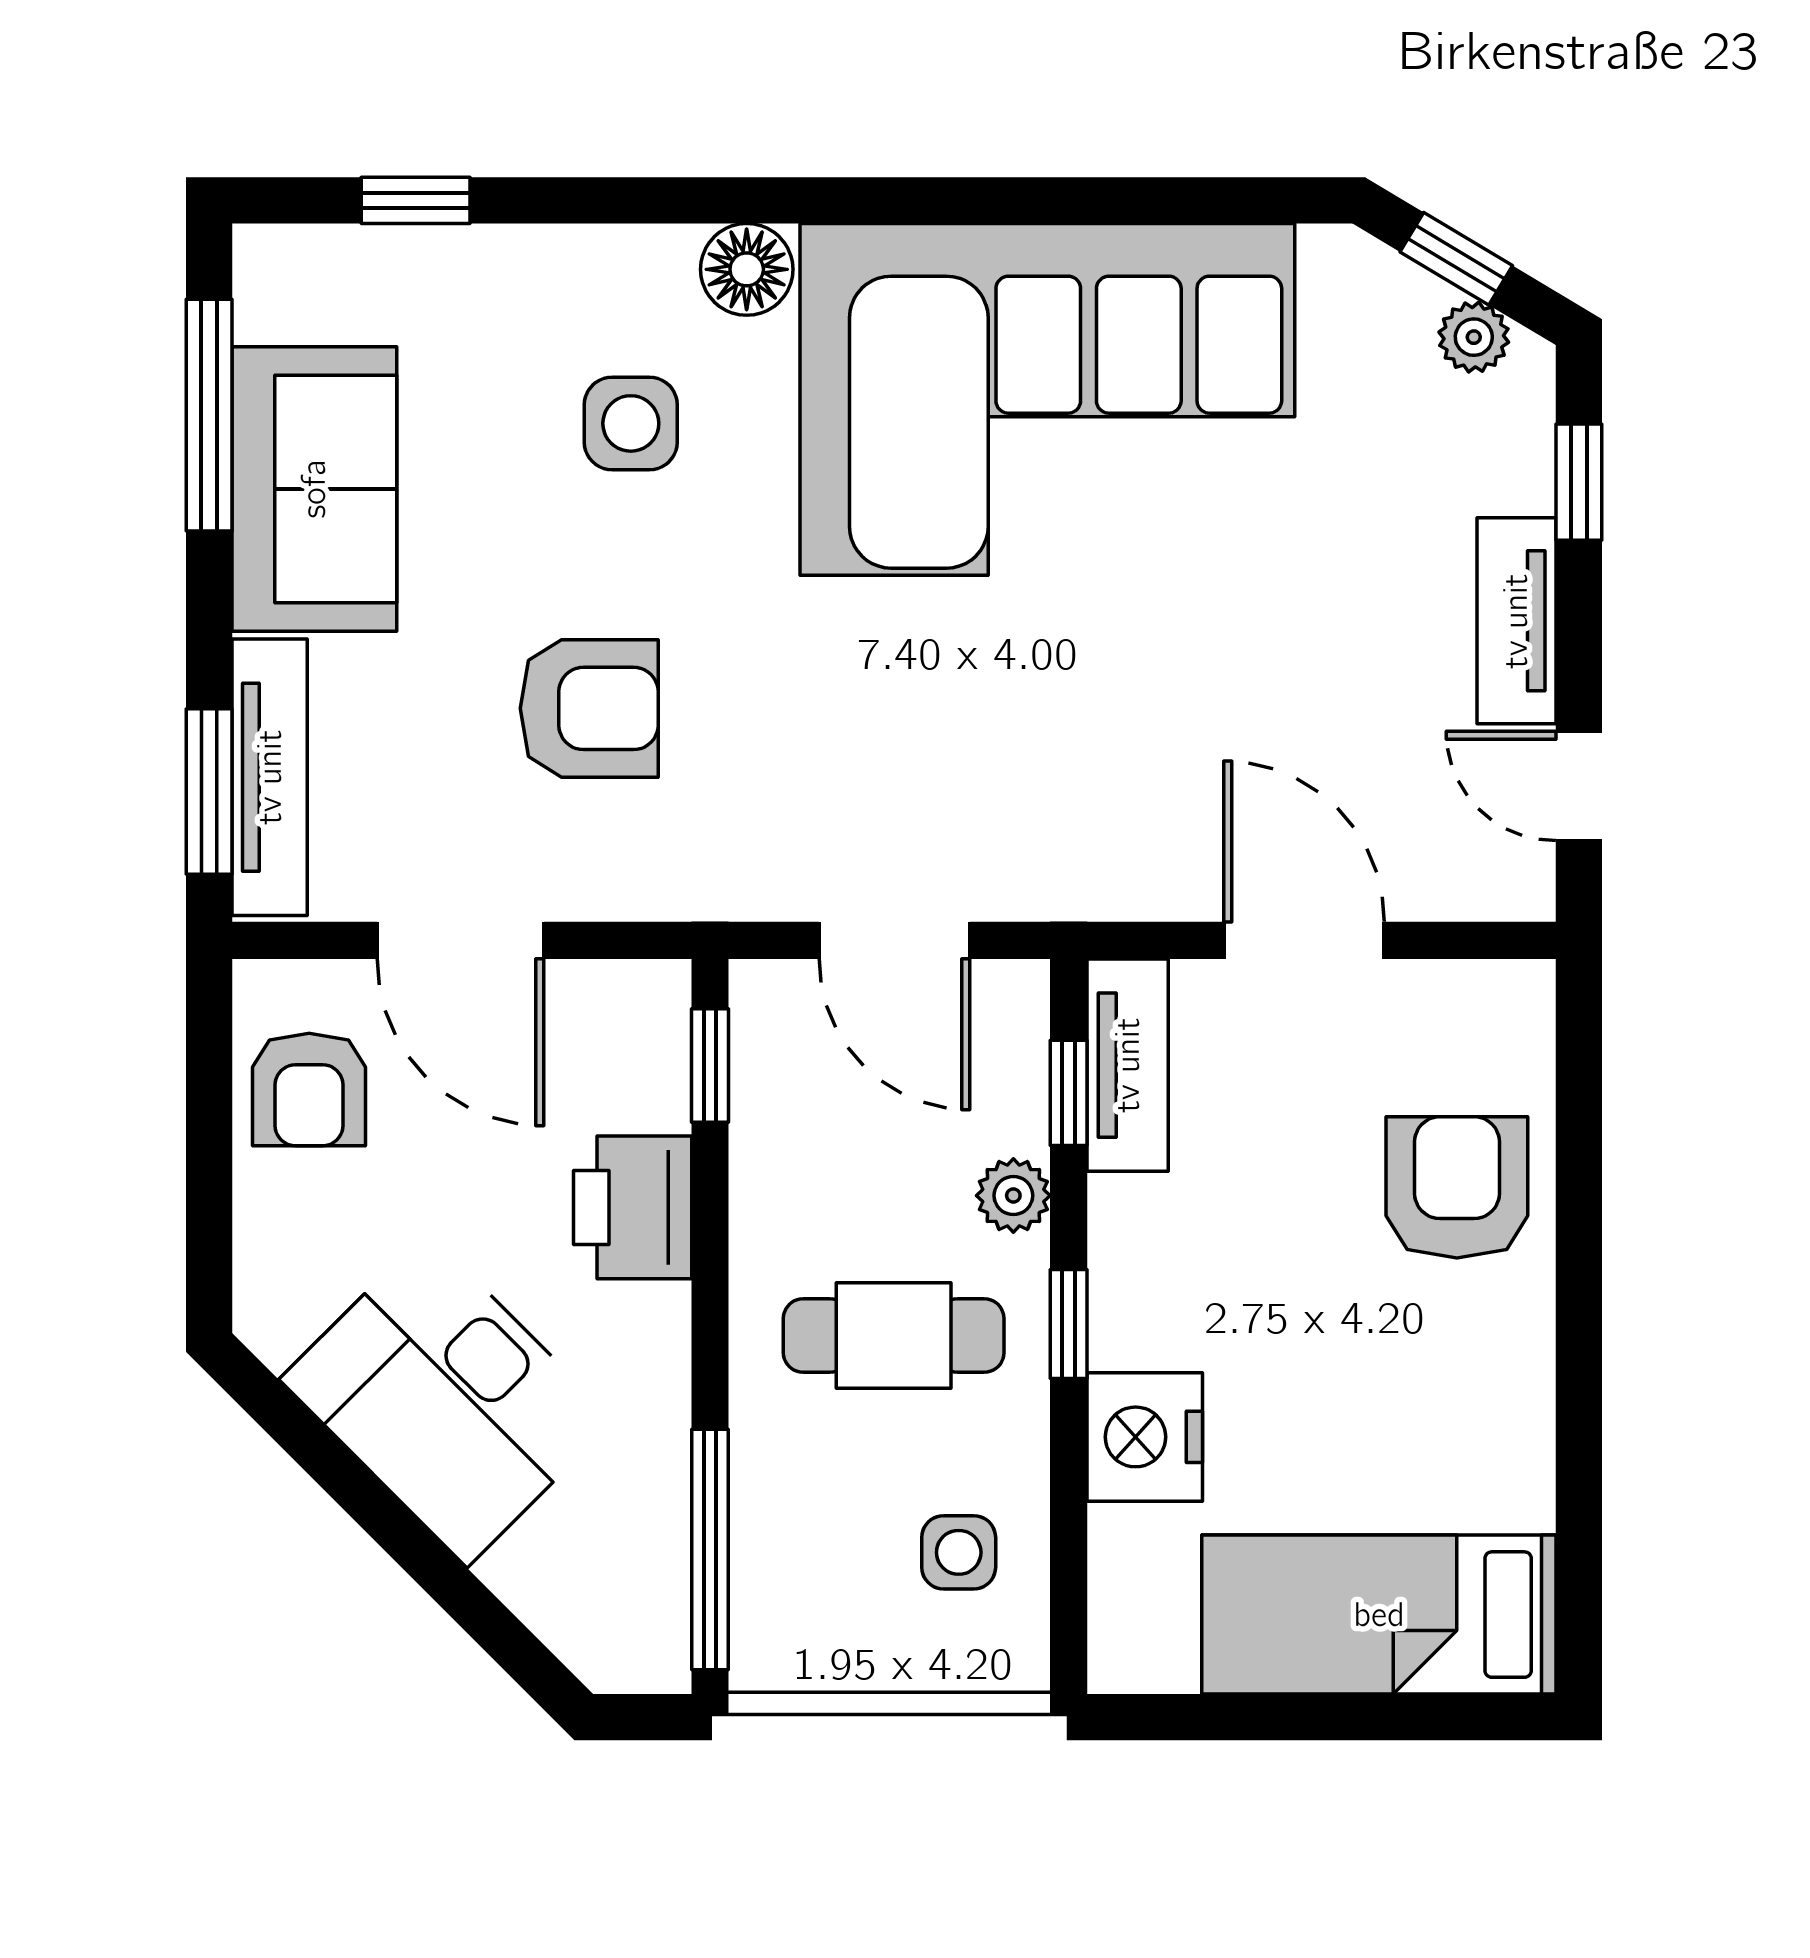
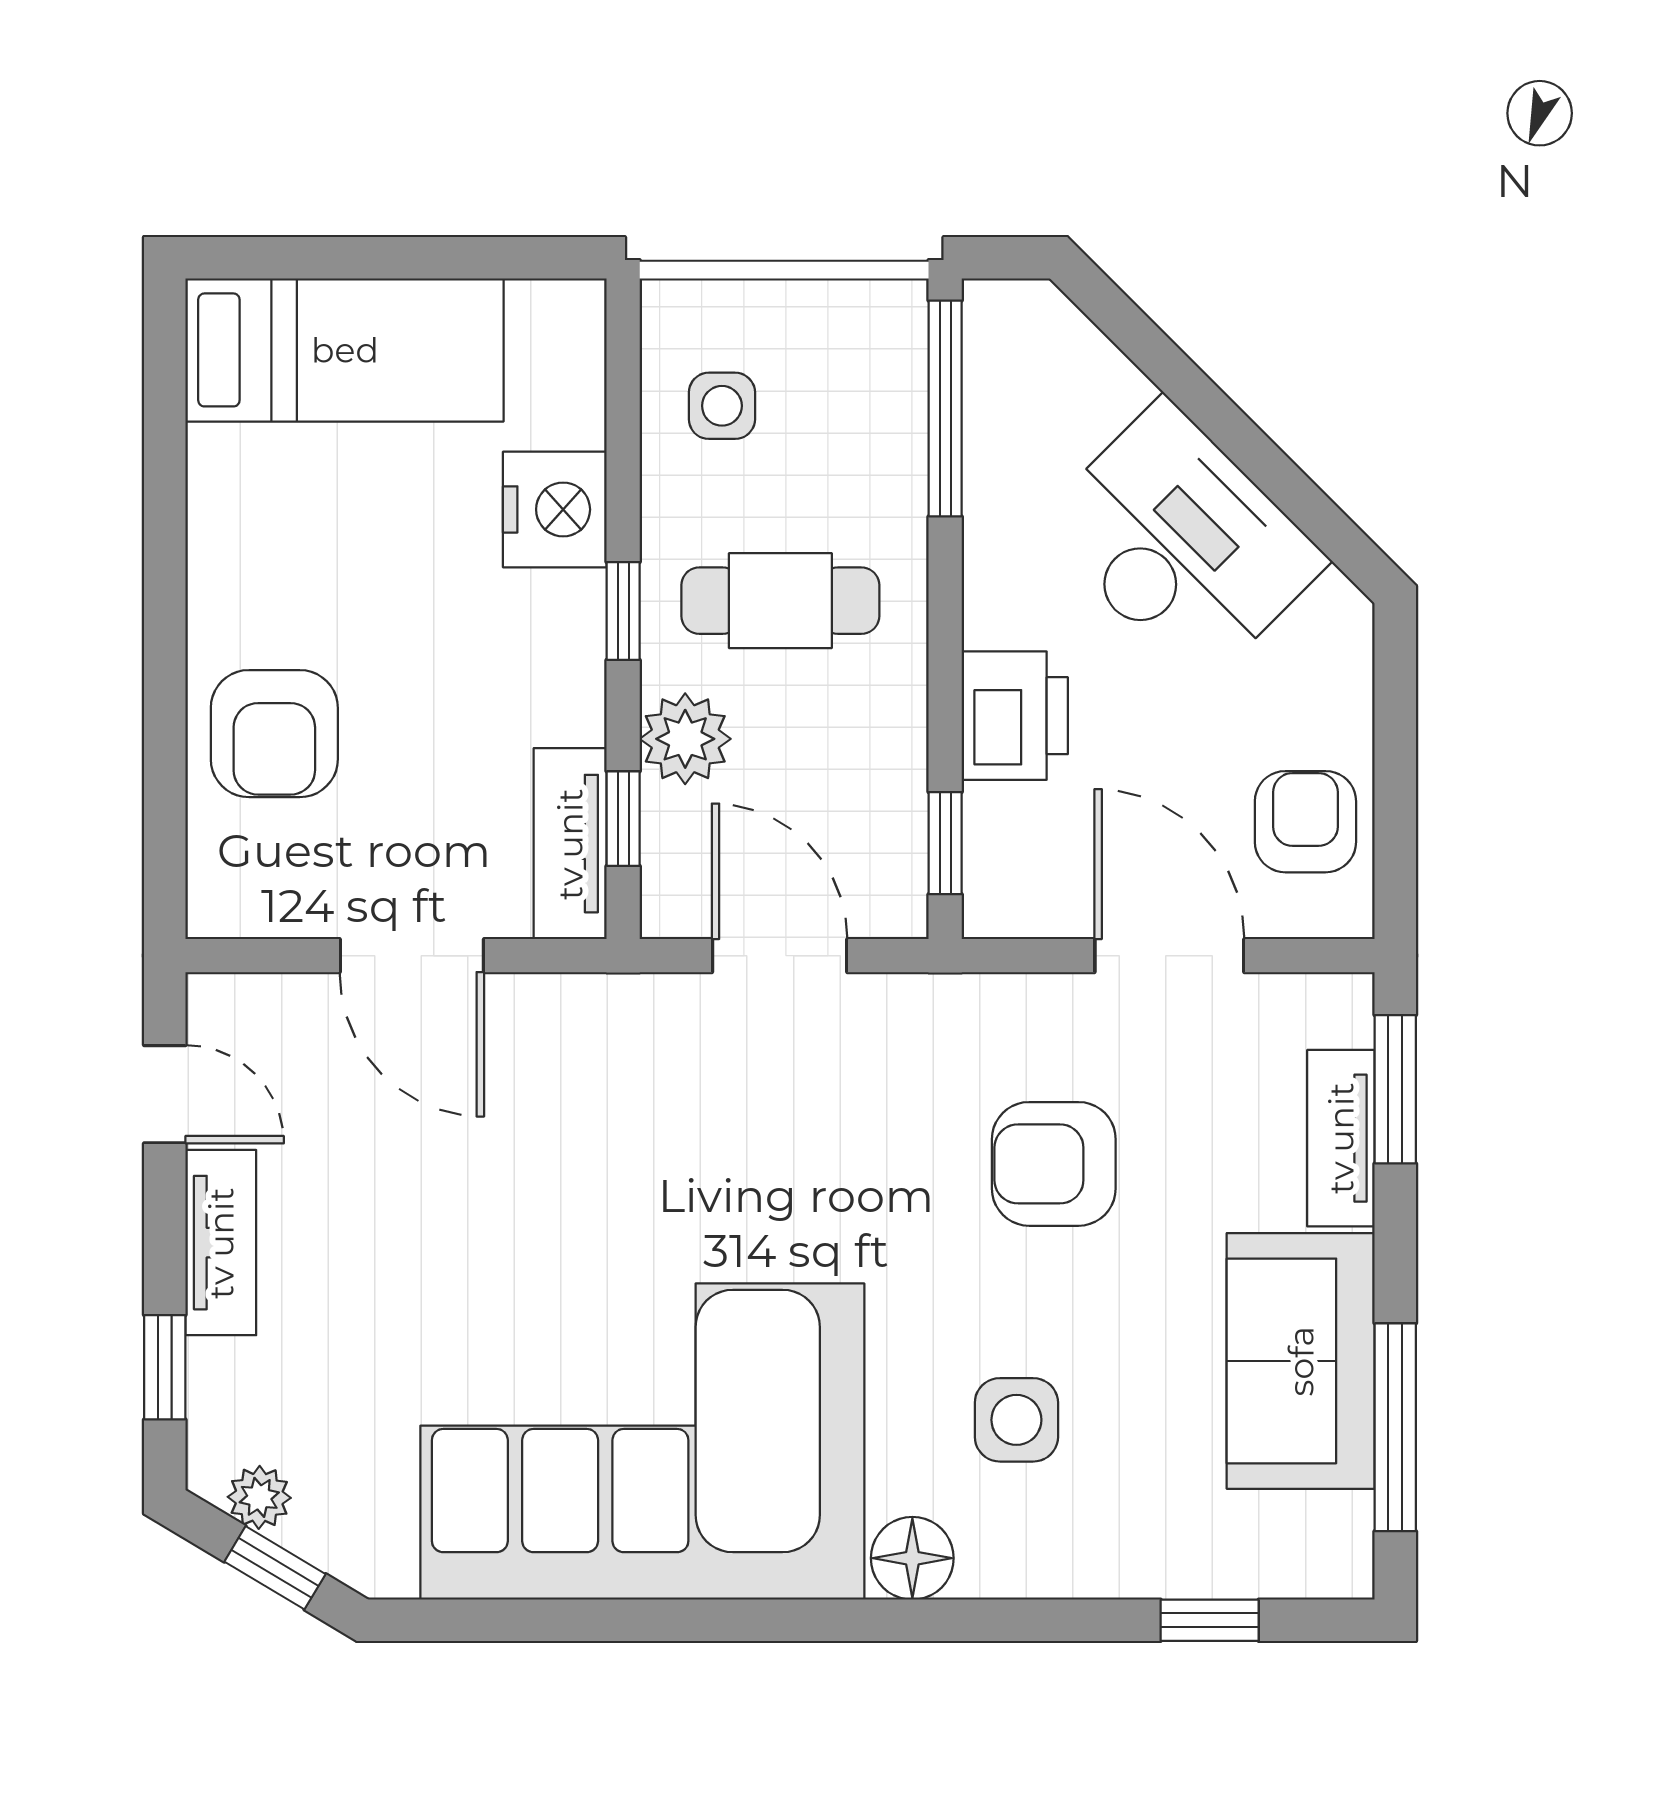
tv unit: (270, 777) -> (1341, 1138), width x0.71
plant: (1013, 1196) -> (685, 739), width x1.38, depth x1.38

